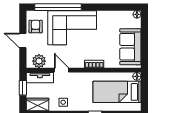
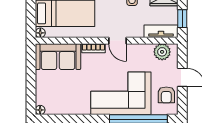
sofa: (130, 47) -> (58, 57), moved, turned 90
door: (62, 70) -> (117, 41), moved

